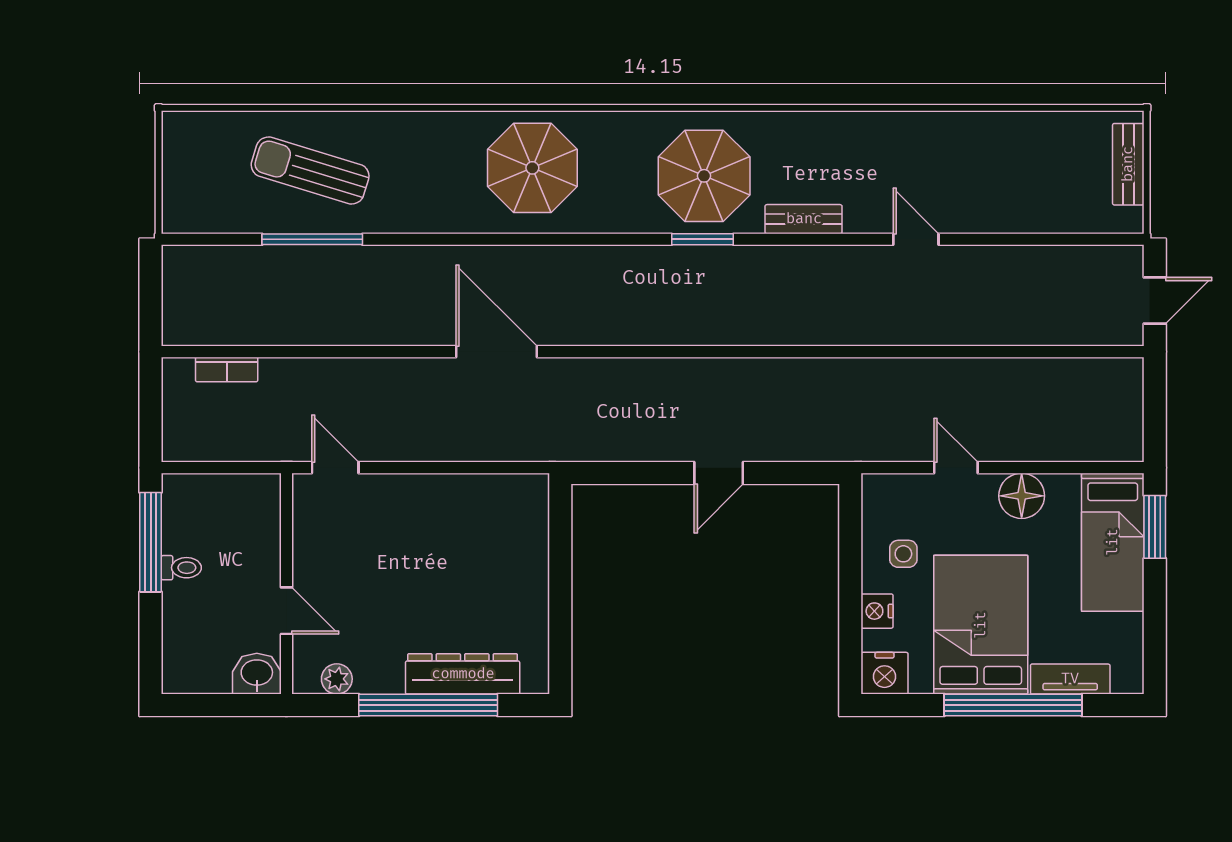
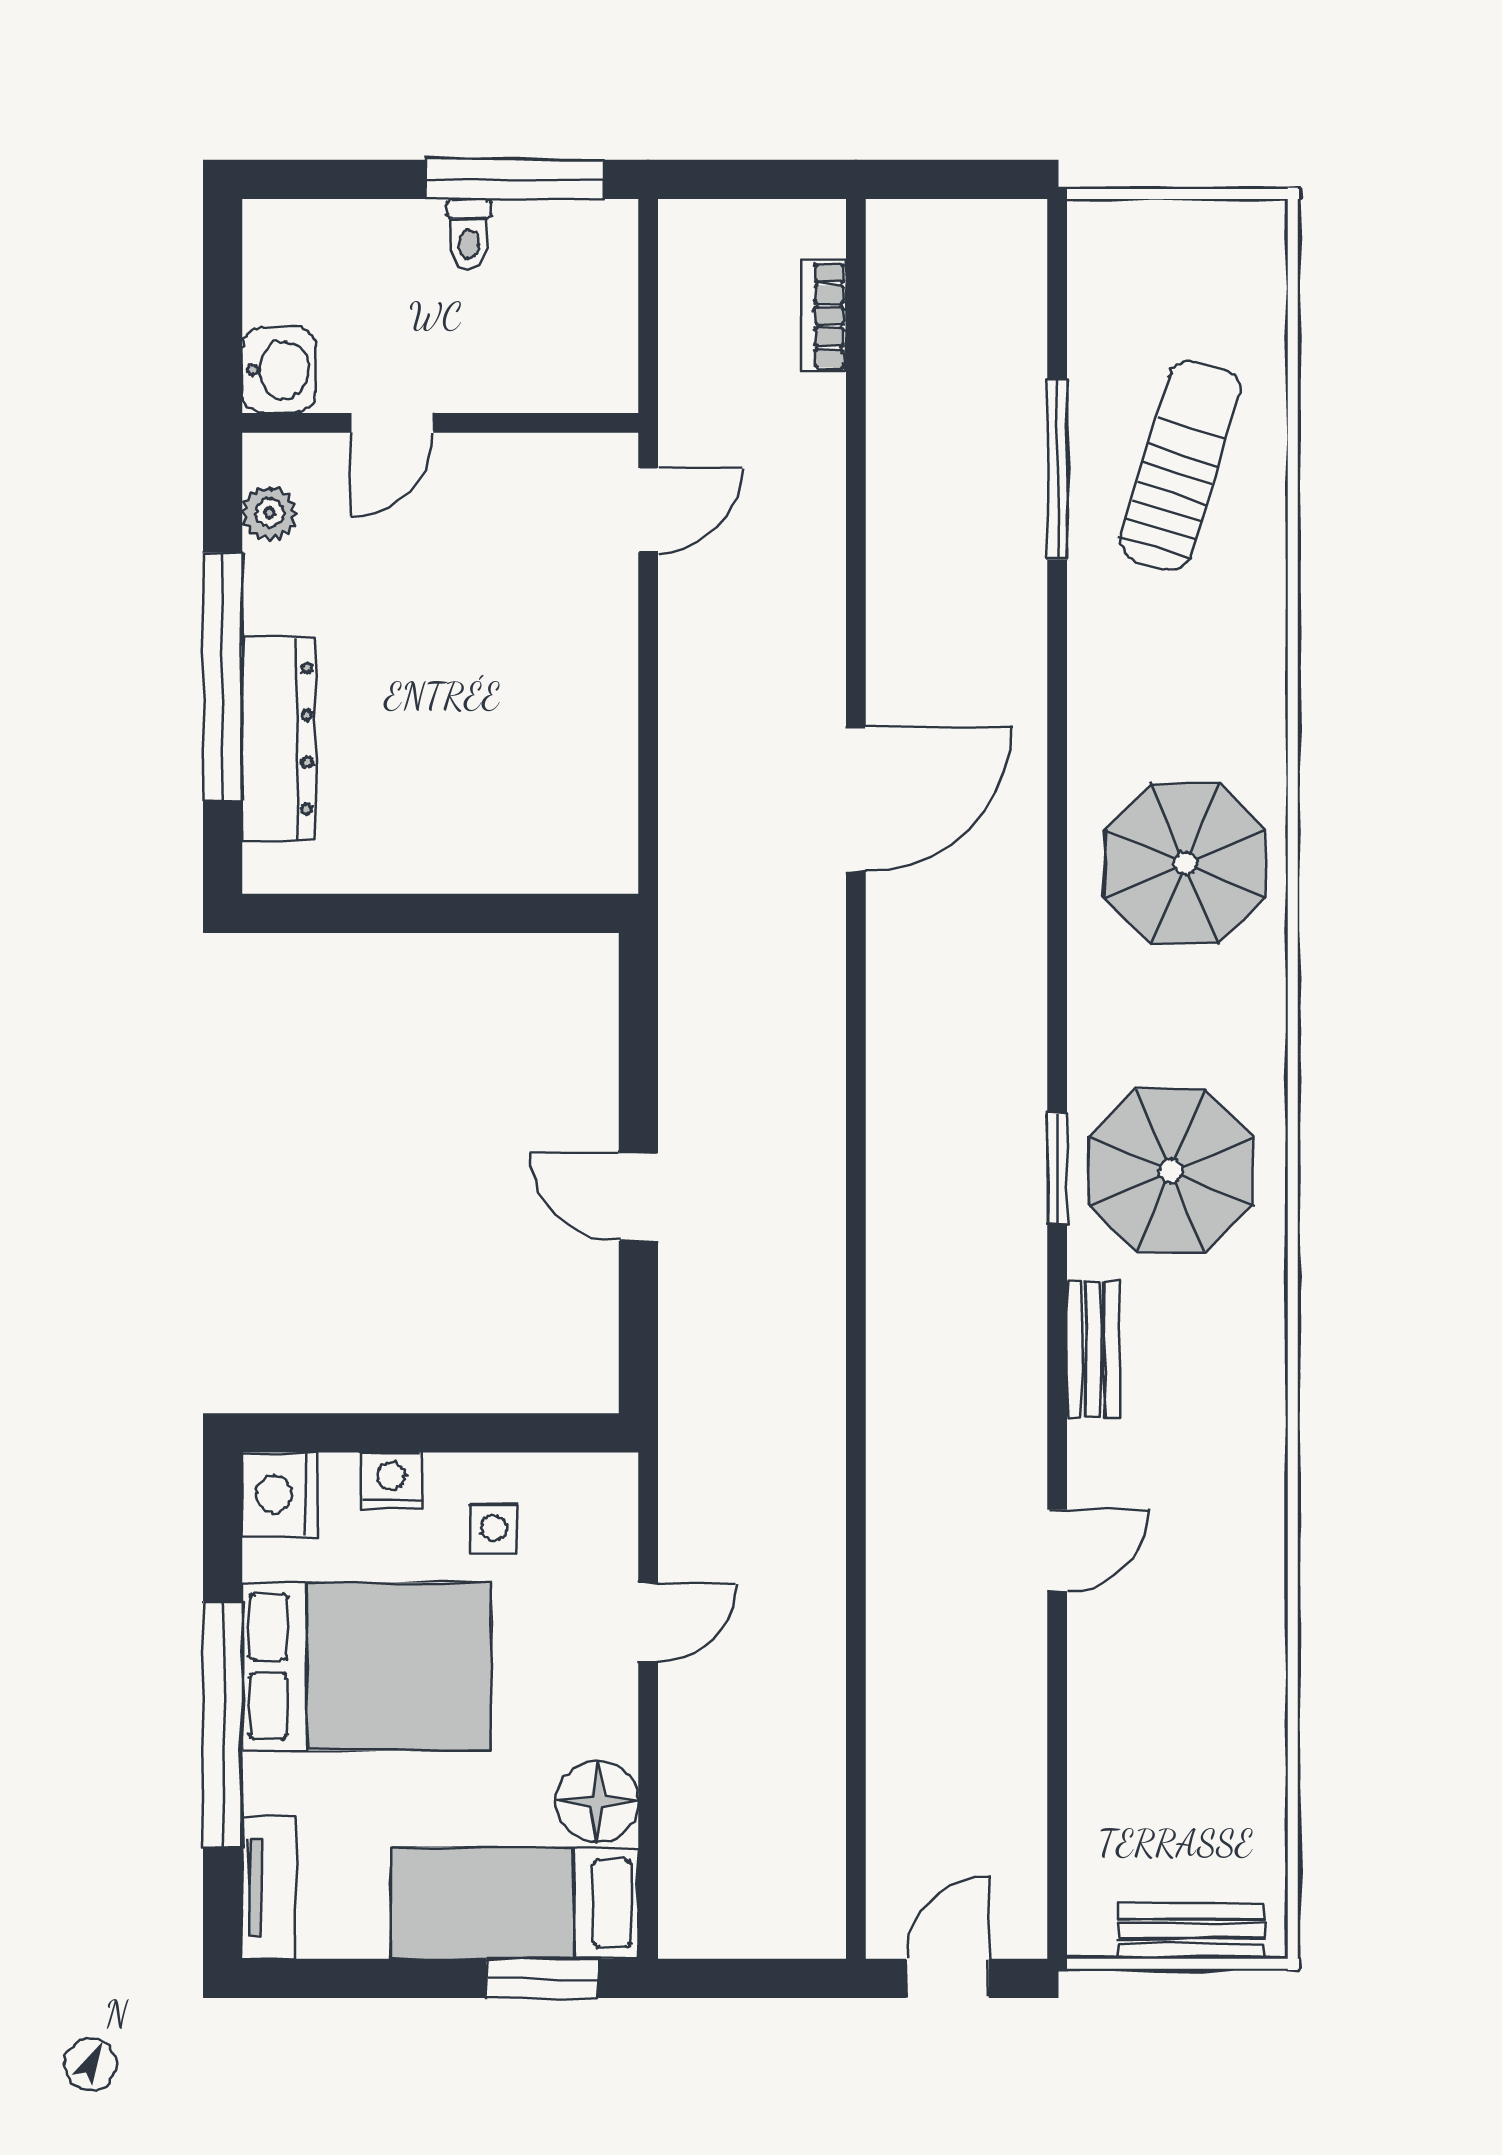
door: (1155, 300) -> (947, 1978), swing flipped
floor lamp: (1022, 496) -> (598, 1801), moved
tv unit: (1070, 679) -> (269, 1888), moved

